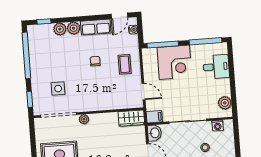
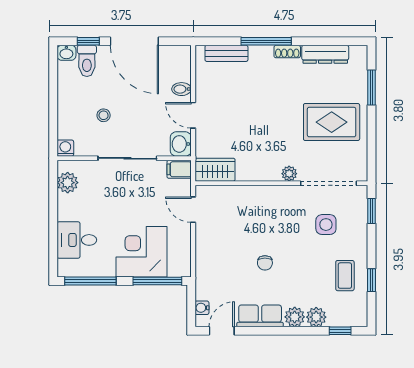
window: (26, 55) -> (371, 280), width x0.32
coffee table: (125, 64) -> (345, 276), moved
washing machine: (218, 126) -> (65, 148), moved

